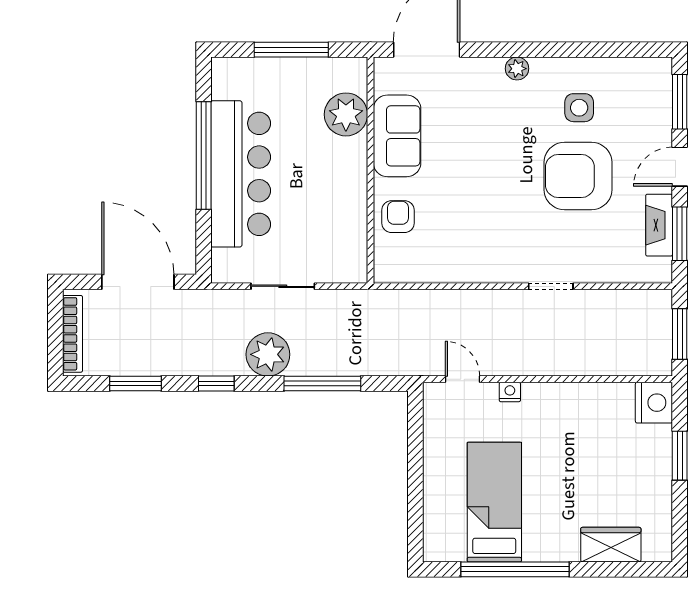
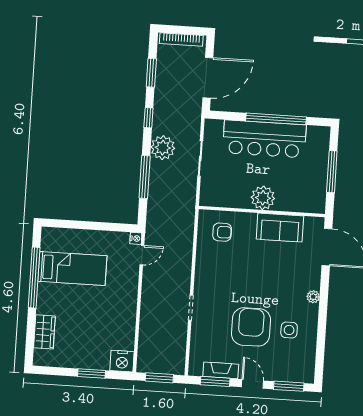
plant: (346, 114) -> (263, 198), moved
armchair: (398, 217) -> (222, 232), moved
nightstand: (510, 392) -> (136, 238), moved

